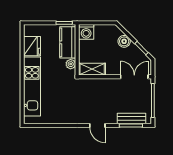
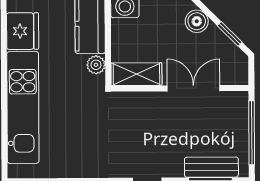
double door: (134, 77) -> (193, 88), moved

